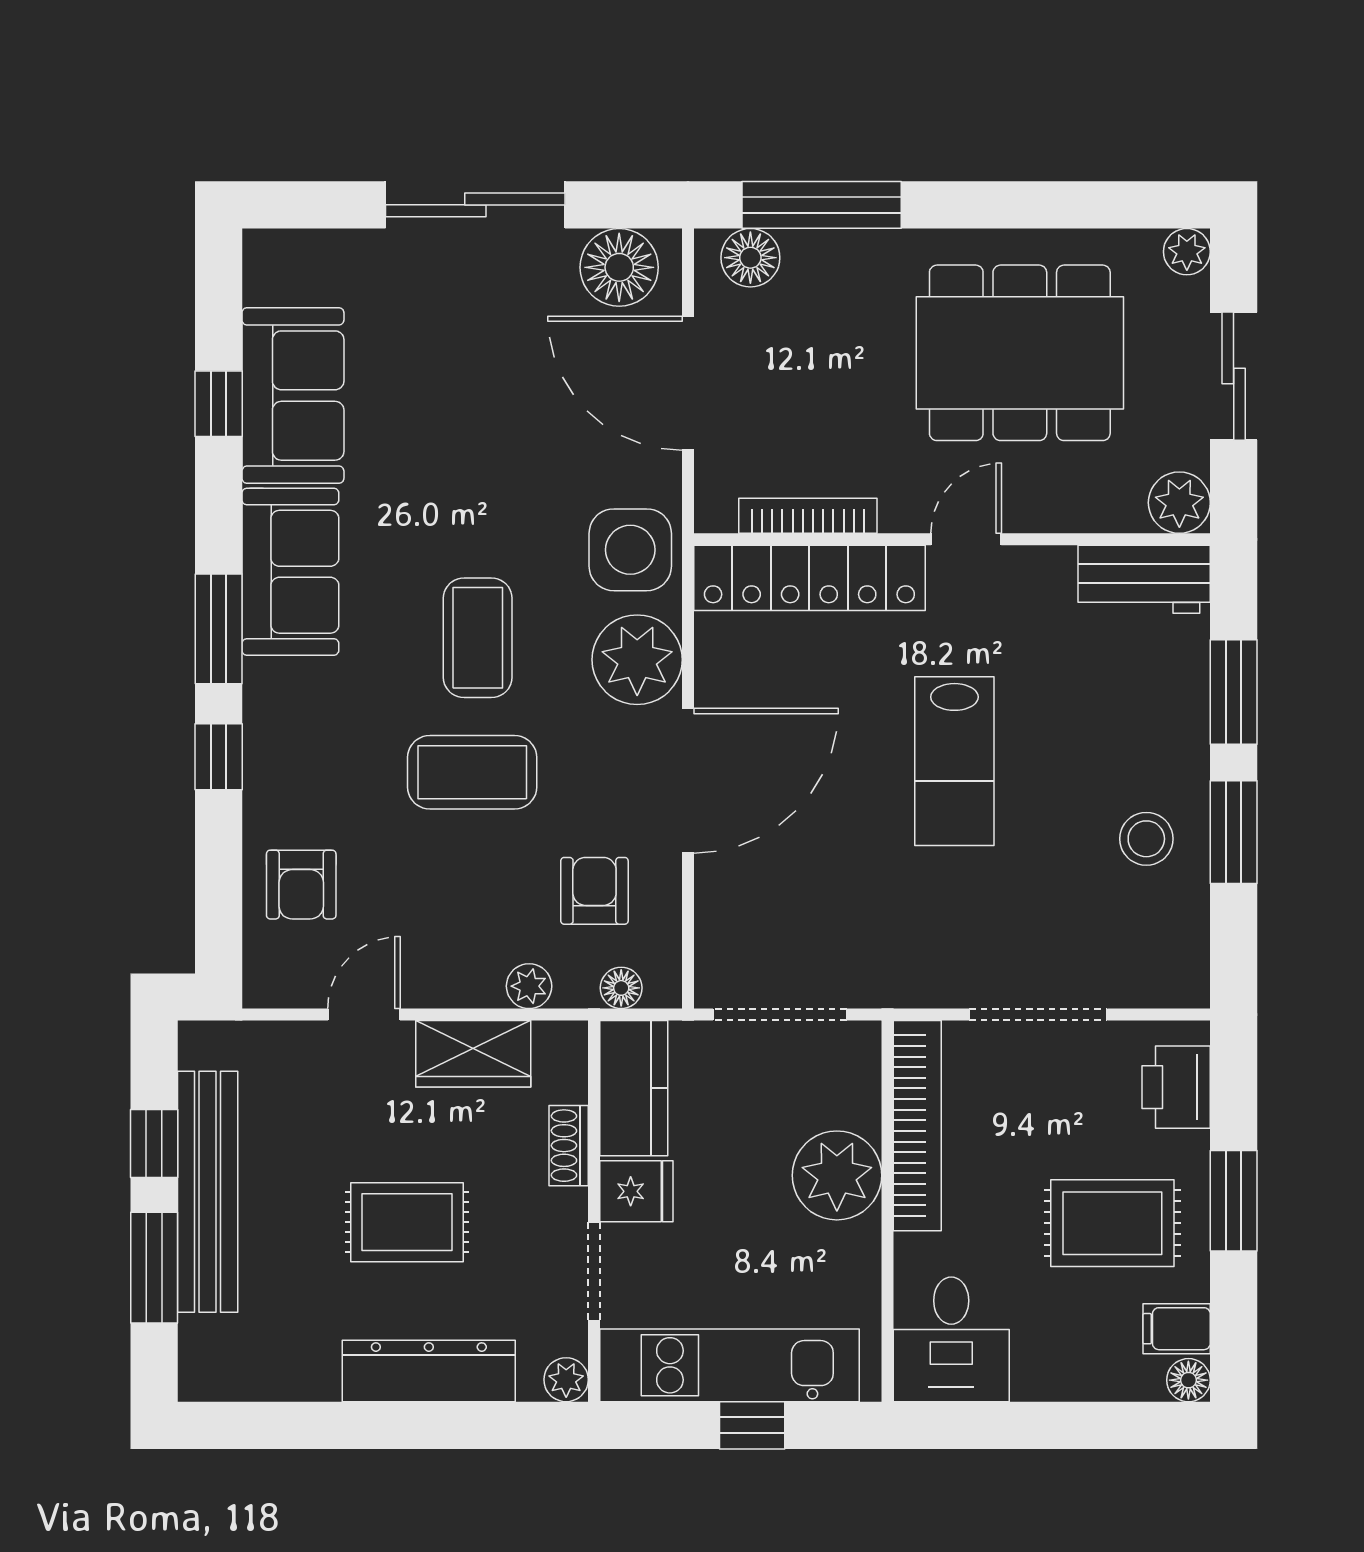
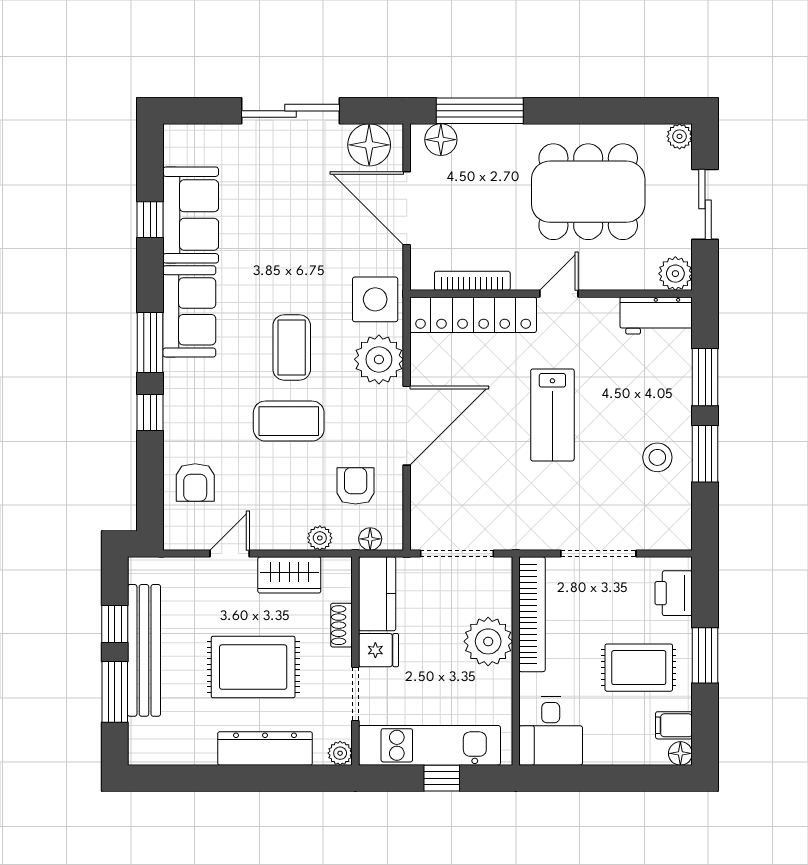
rug: (407, 1222) -> (253, 667), width x1.36, depth x1.43

